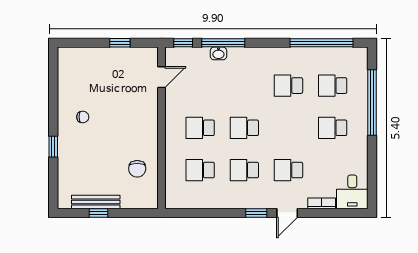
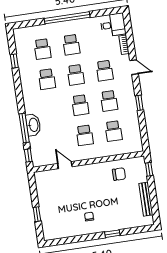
window: (120, 43) -> (37, 214), moved
window: (321, 43) -> (14, 61), width x0.32
washbasin: (218, 53) -> (33, 125), width x1.91, depth x1.45
door: (161, 77) -> (65, 165), moved
window: (372, 103) -> (67, 18), moved
school desk: (288, 128) -> (76, 75), added
window: (98, 213) -> (149, 169), moved
window: (256, 213) -> (139, 103), moved

